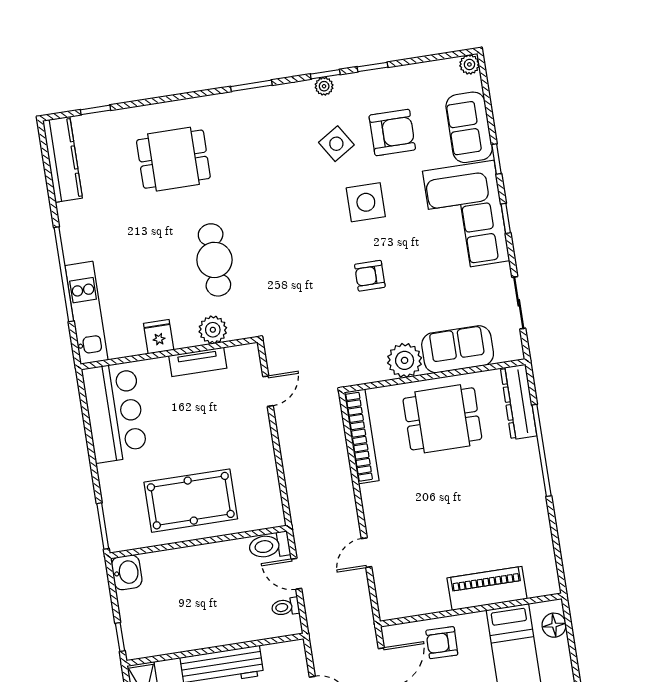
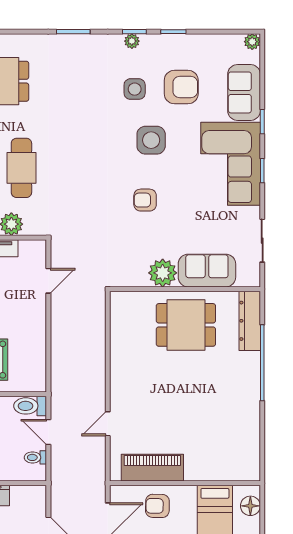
side table: (336, 144) -> (135, 89), turned 32
bookcase: (362, 436) -> (118, 329), removed
piano: (487, 588) -> (152, 468), moved

